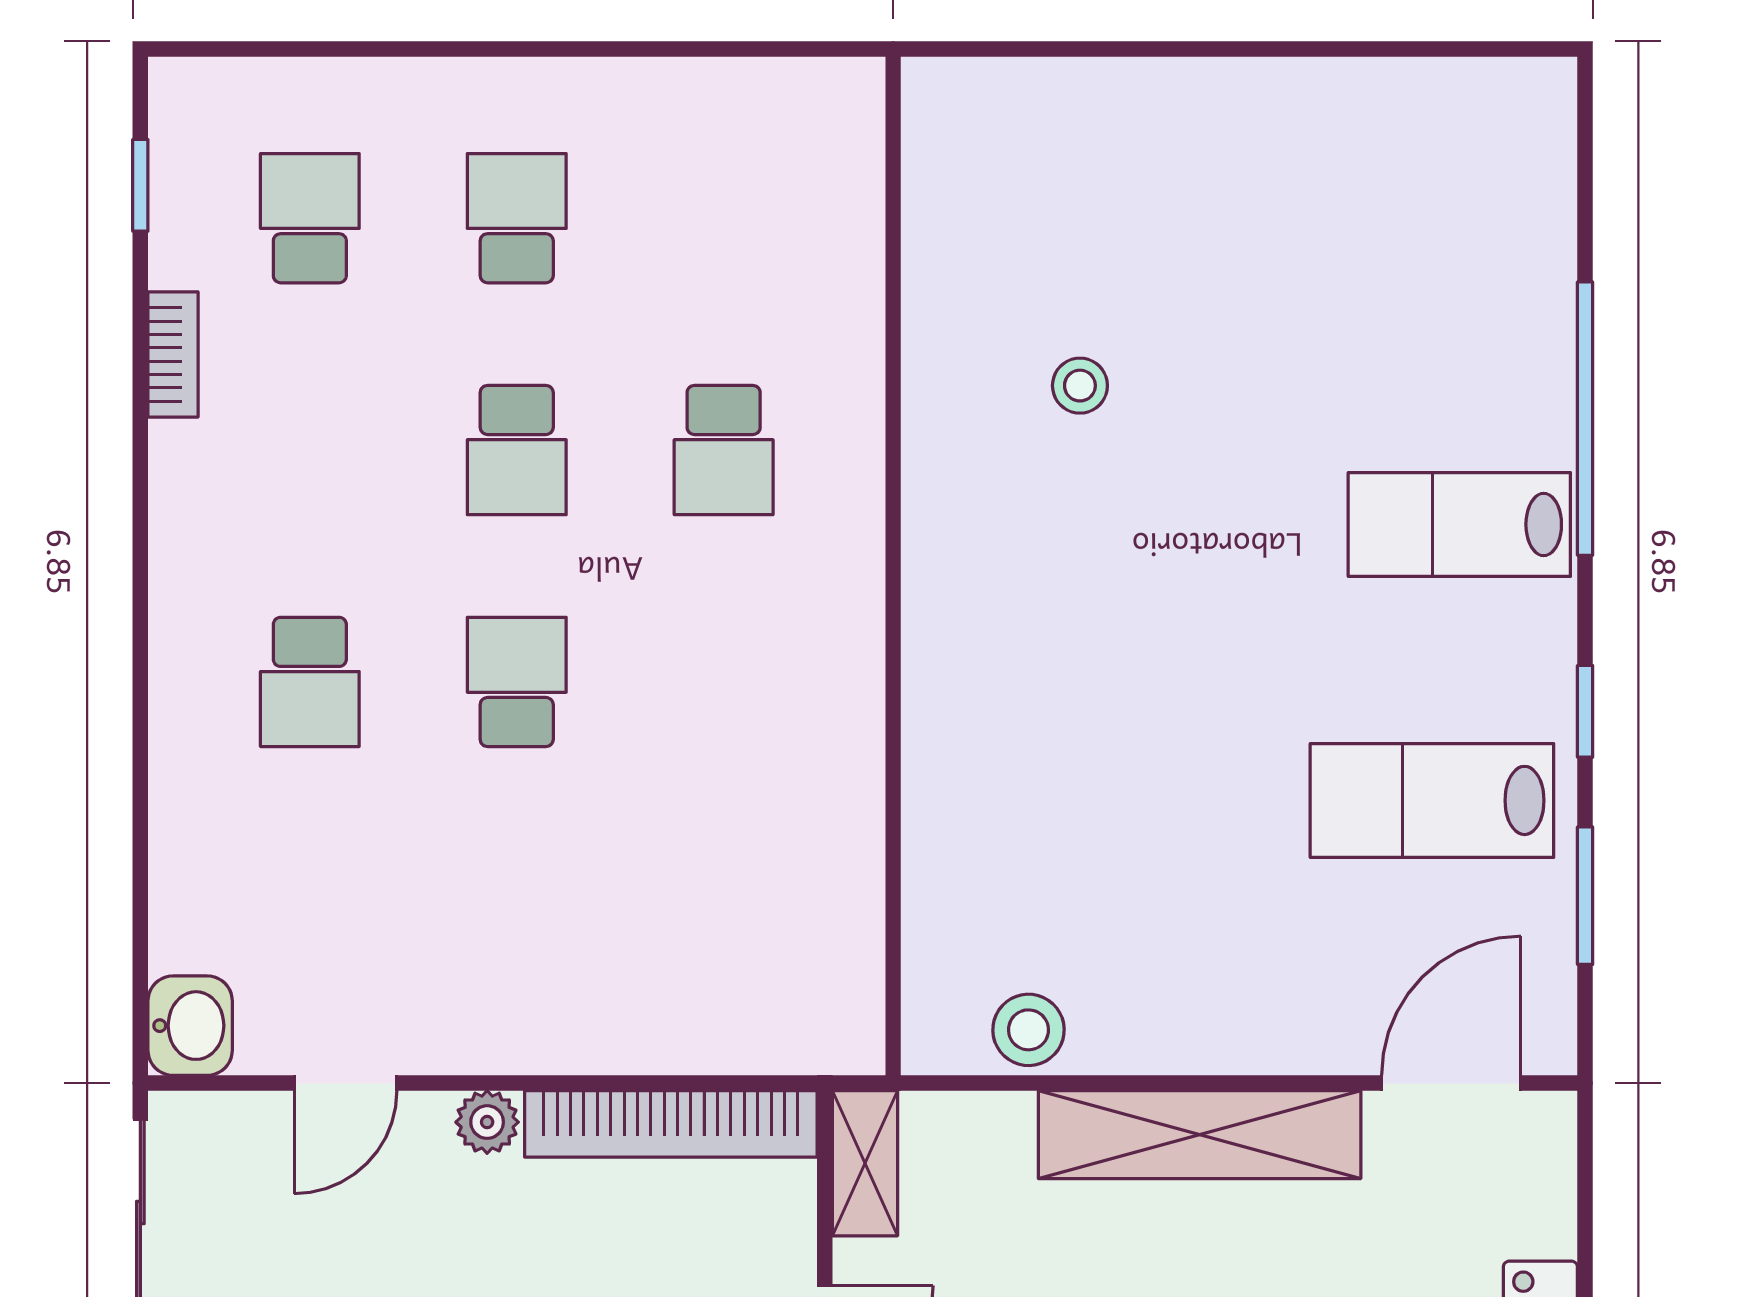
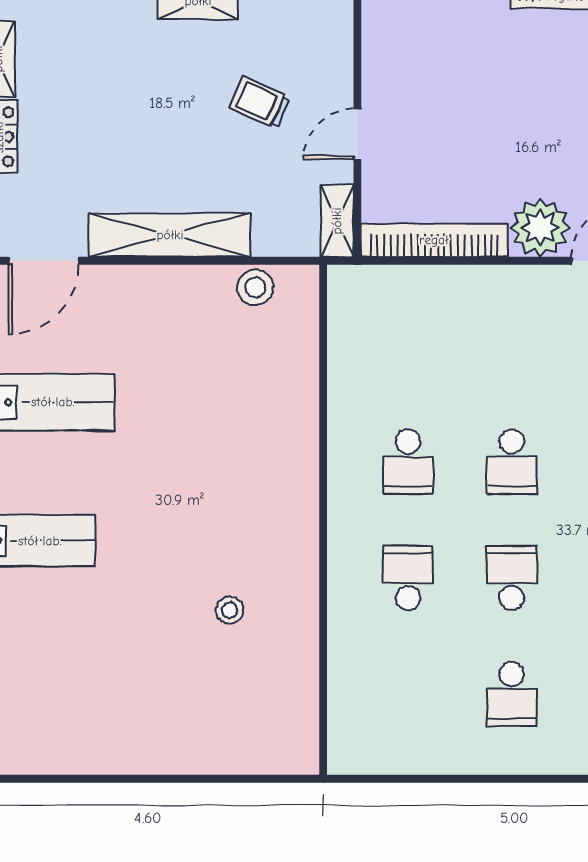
school desk: (724, 682) -> (408, 462), added
plant: (487, 1122) -> (540, 228), width x1.88, depth x1.88

